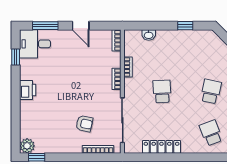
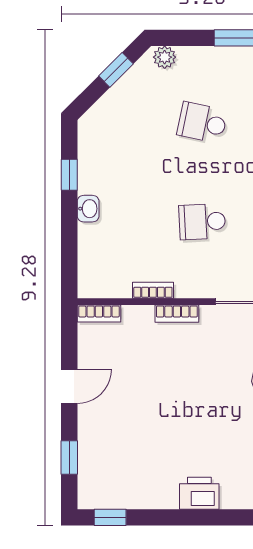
window: (45, 26) -> (69, 458), width x0.67
washbasin: (149, 35) -> (88, 209), moved
desk: (35, 44) -> (106, 478), removed
window: (16, 57) -> (110, 517), moved

